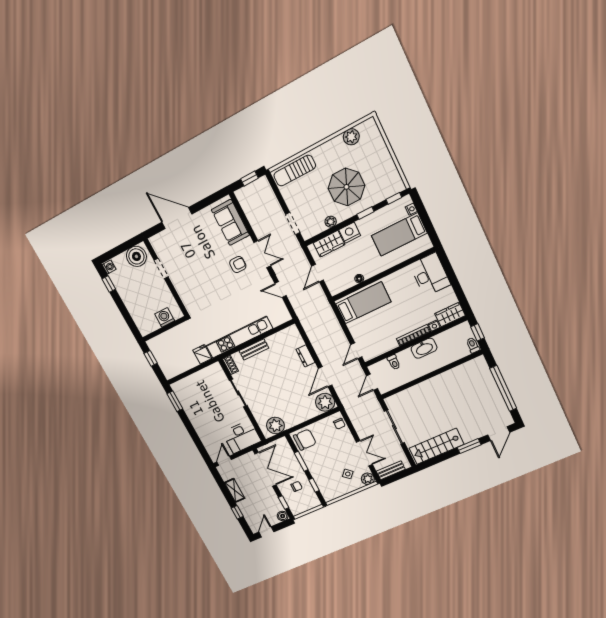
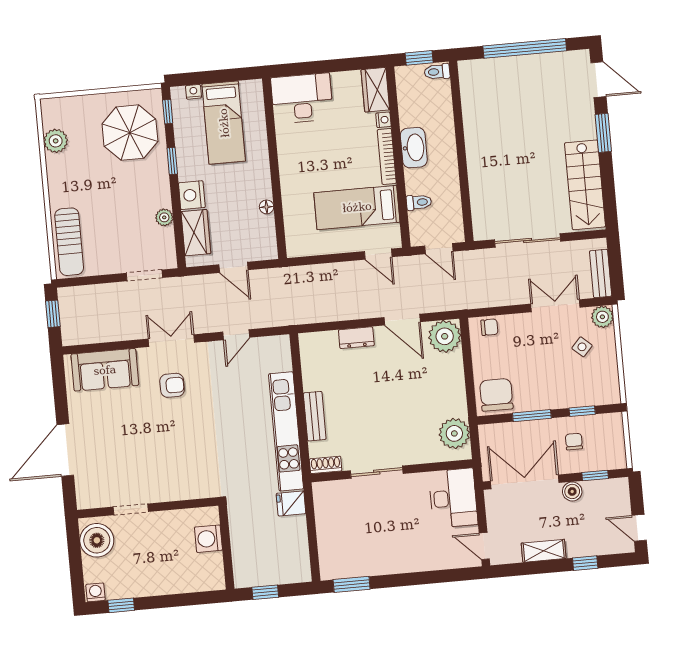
parasol: (346, 187) -> (130, 133), moved
armchair: (238, 265) -> (172, 385), turned 90
bed: (363, 303) -> (357, 207), moved, turned -90
boiler: (283, 516) -> (572, 491), moved

